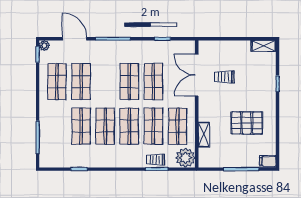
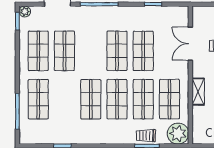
double door: (197, 75) -> (190, 44), width x0.73
shop shelf: (81, 126) -> (38, 99), moved
shelving: (204, 135) -> (198, 92), moved

